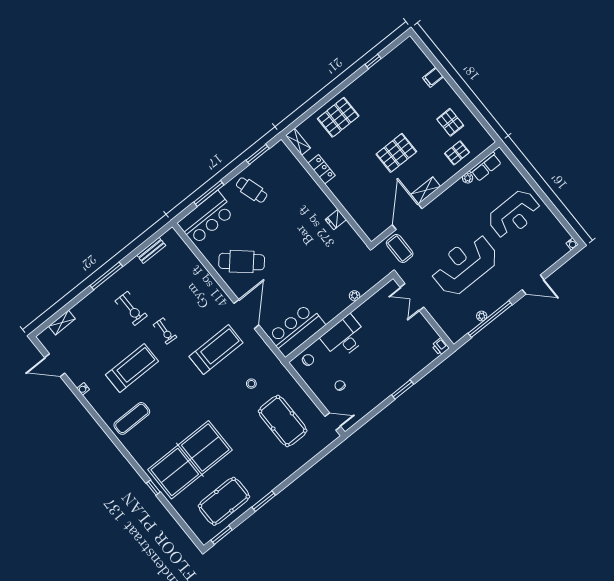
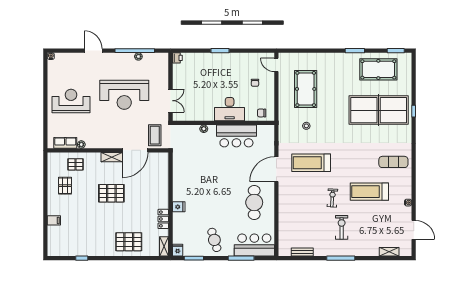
fridge: (281, 149) -> (178, 250), added
fridge: (336, 220) -> (179, 207), moved
cafe table: (242, 262) -> (254, 202), turned 49
bar counter: (296, 330) -> (236, 136), moved

